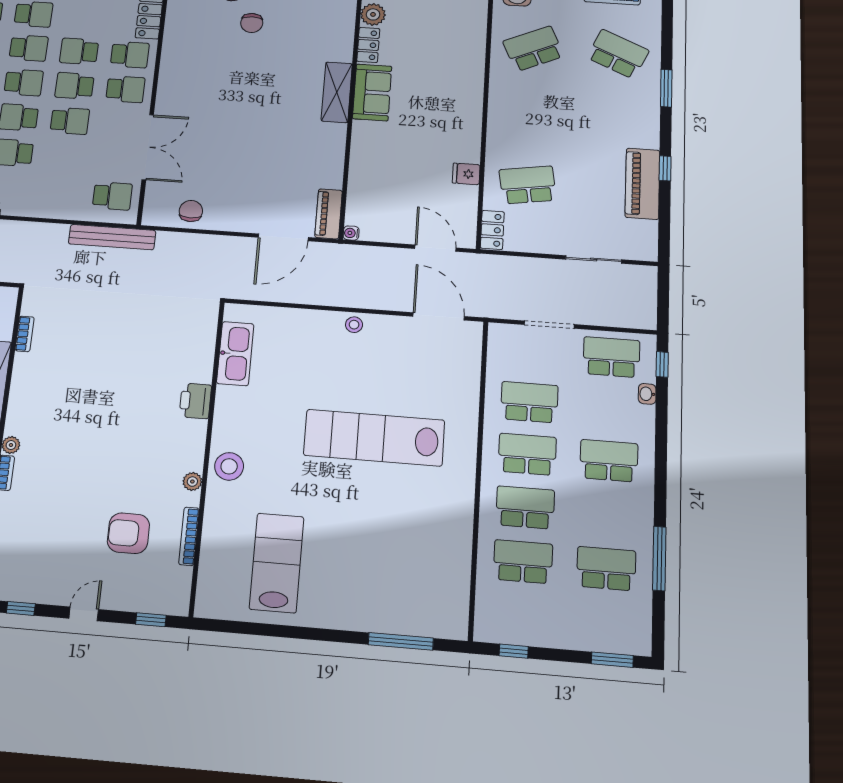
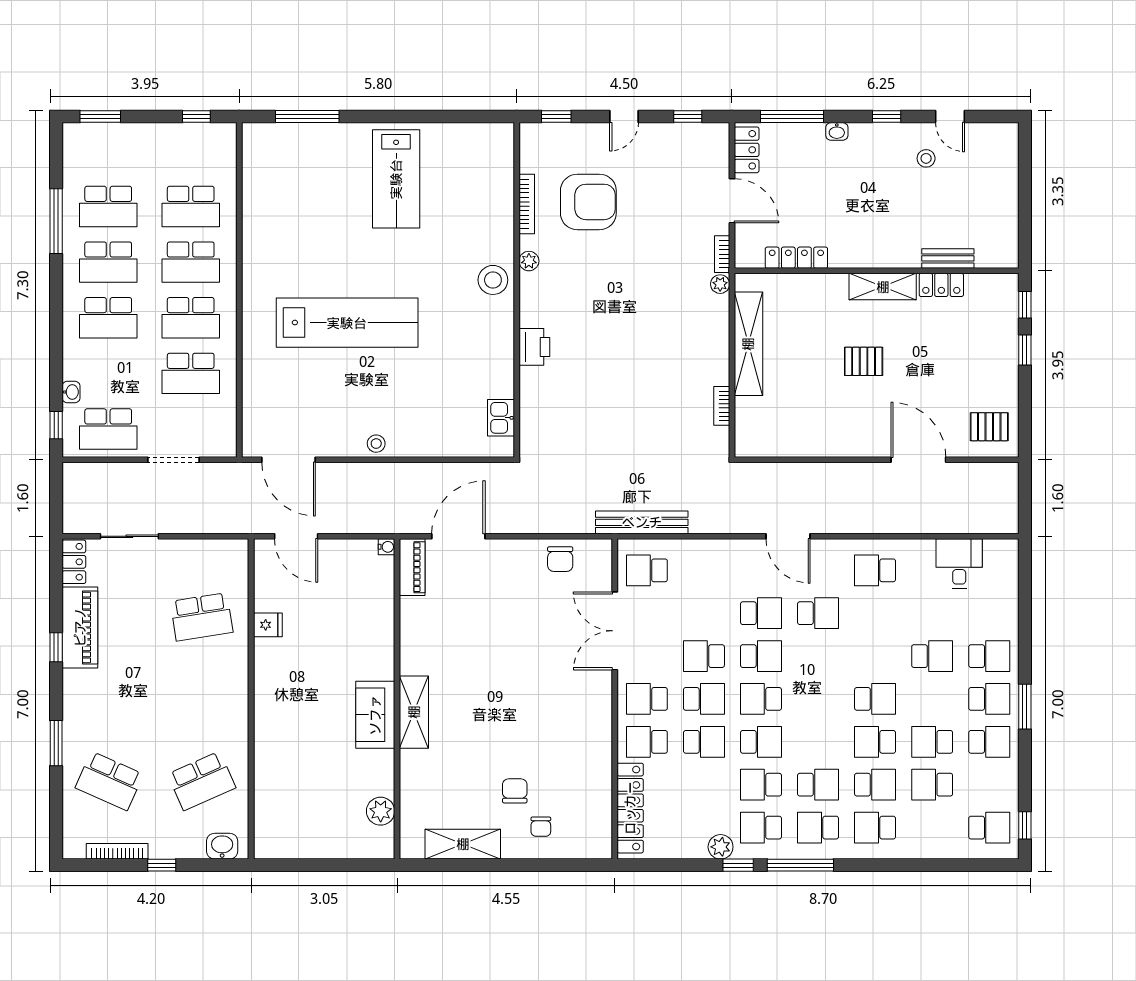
locker: (368, 45) -> (383, 773), removed
school desk: (29, 48) -> (761, 742), turned 180
locker: (492, 230) -> (74, 562), moved, turned 180
kitchen sink: (235, 354) -> (501, 418), width x0.53, depth x0.81
school desk: (608, 514) -> (108, 262), added
armchair: (128, 533) -> (588, 202), width x1.36, depth x1.36
lab bench: (277, 563) -> (396, 179), moved

